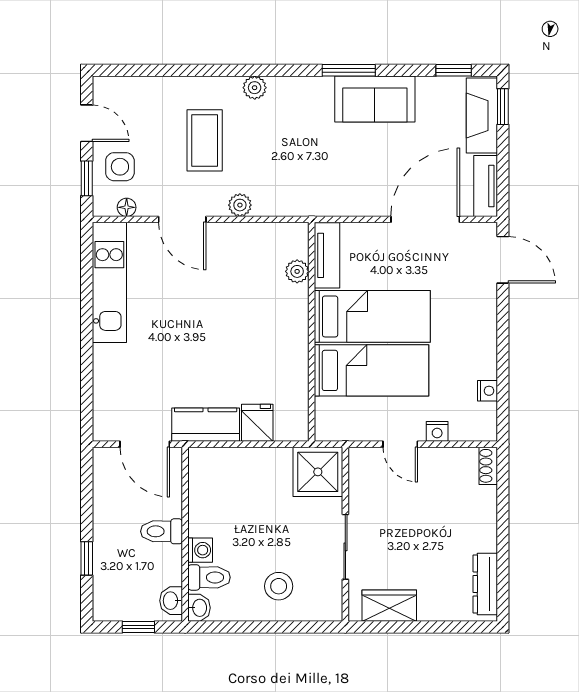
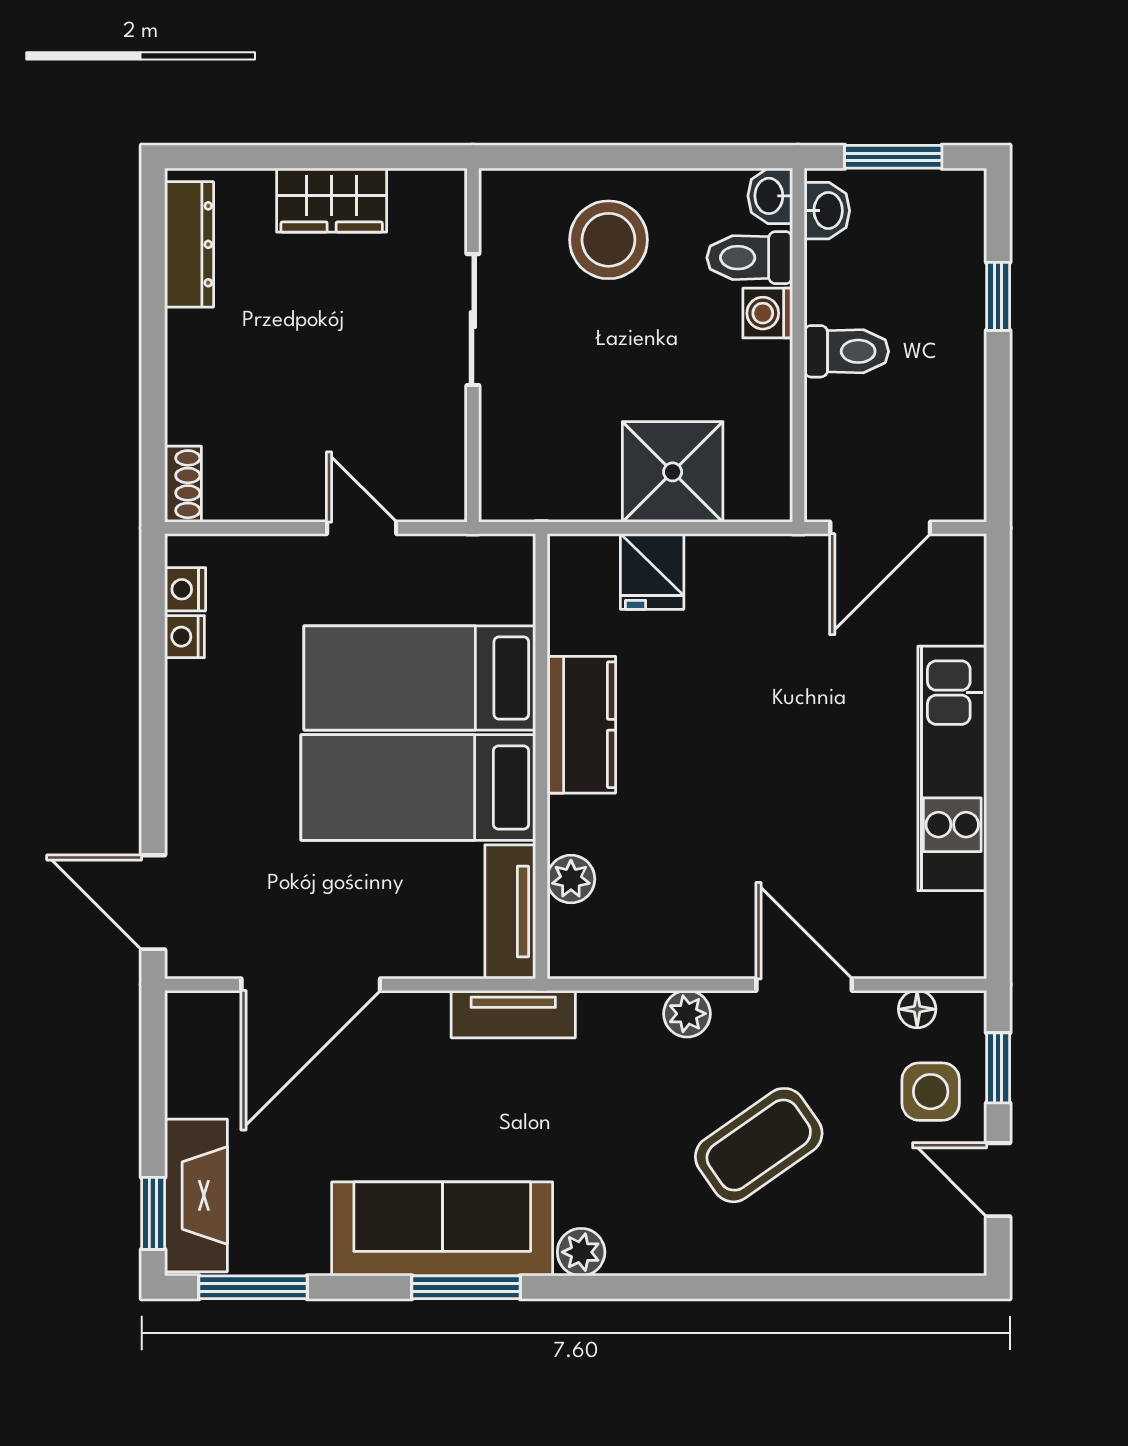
window: (454, 70) -> (253, 1287), width x1.50
plant: (255, 88) -> (581, 1252), moved
sofa: (375, 99) -> (442, 1229), width x1.36
coffee table: (205, 140) -> (759, 1145), turned 55
tv unit: (486, 186) -> (513, 1014), moved, turned 90
kitchen unit: (109, 282) -> (952, 768), moved
kitchen counter: (206, 425) -> (581, 725), moved, turned -90
nightstand: (437, 431) -> (185, 589), moved, turned -90
door: (145, 444) -> (880, 528), swing flipped
shower: (318, 472) -> (673, 472), moved
stool: (279, 586) -> (608, 240), width x1.38, depth x1.38
wardrobe: (389, 606) -> (332, 200), moved
window: (138, 627) -> (893, 157), width x1.50

